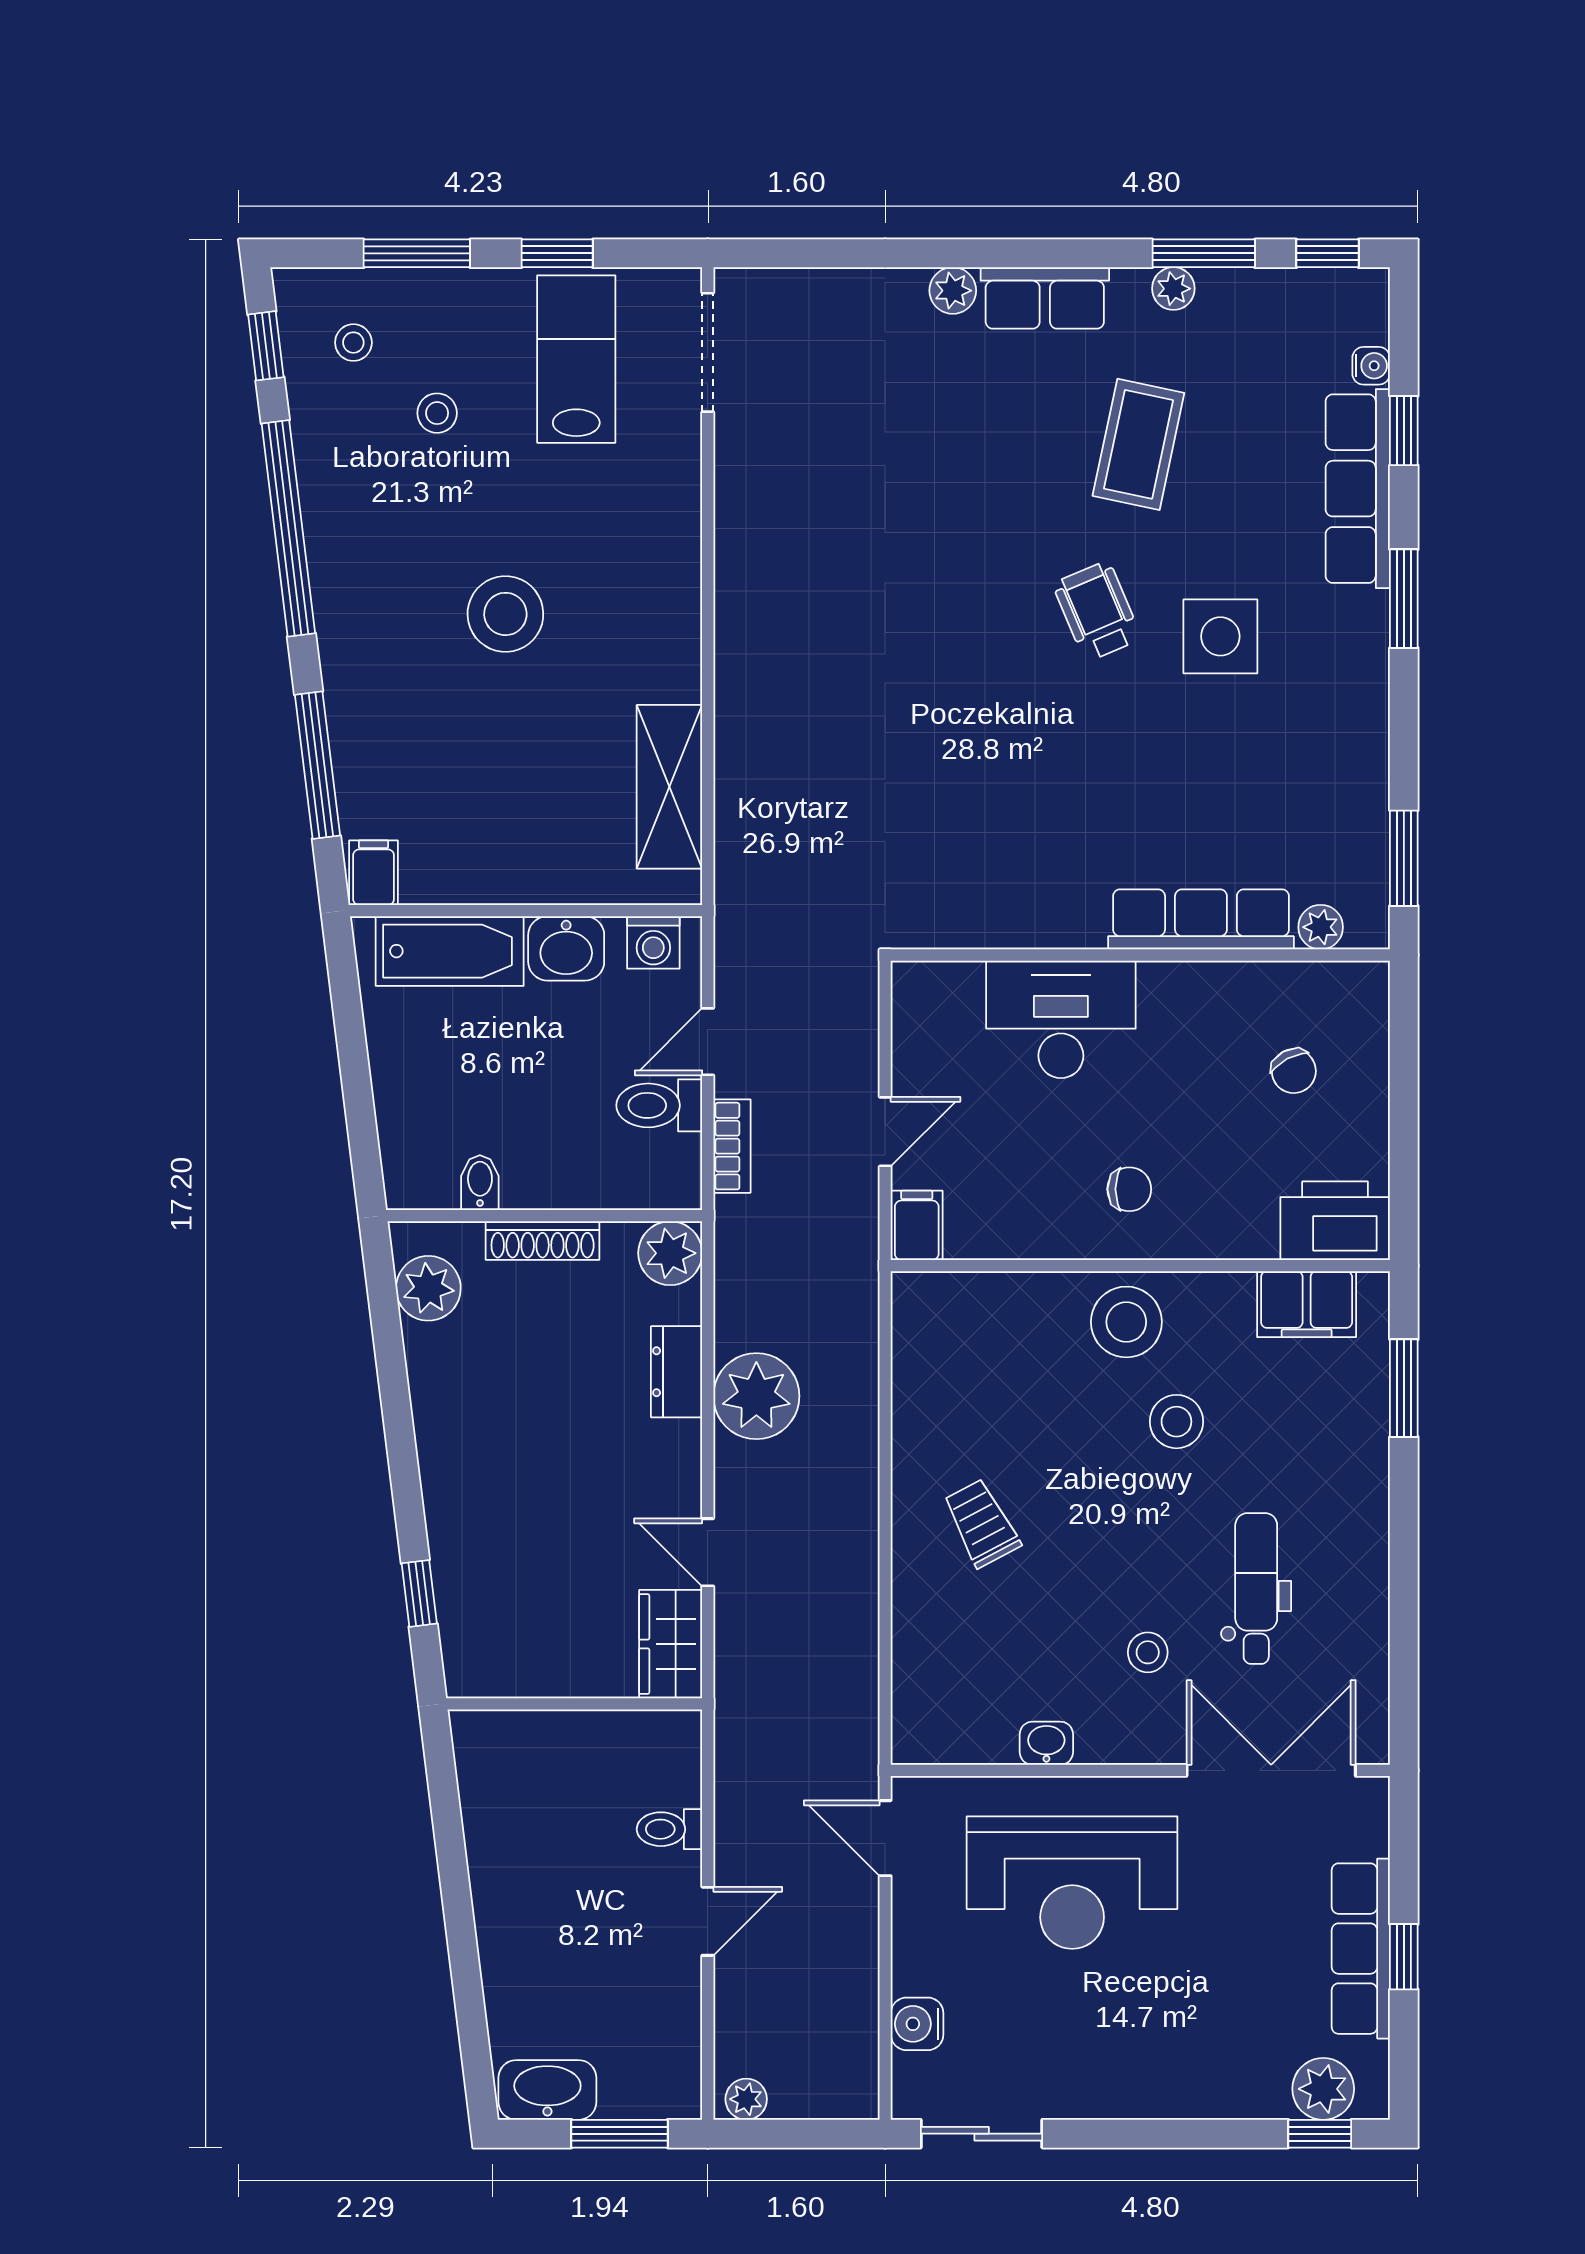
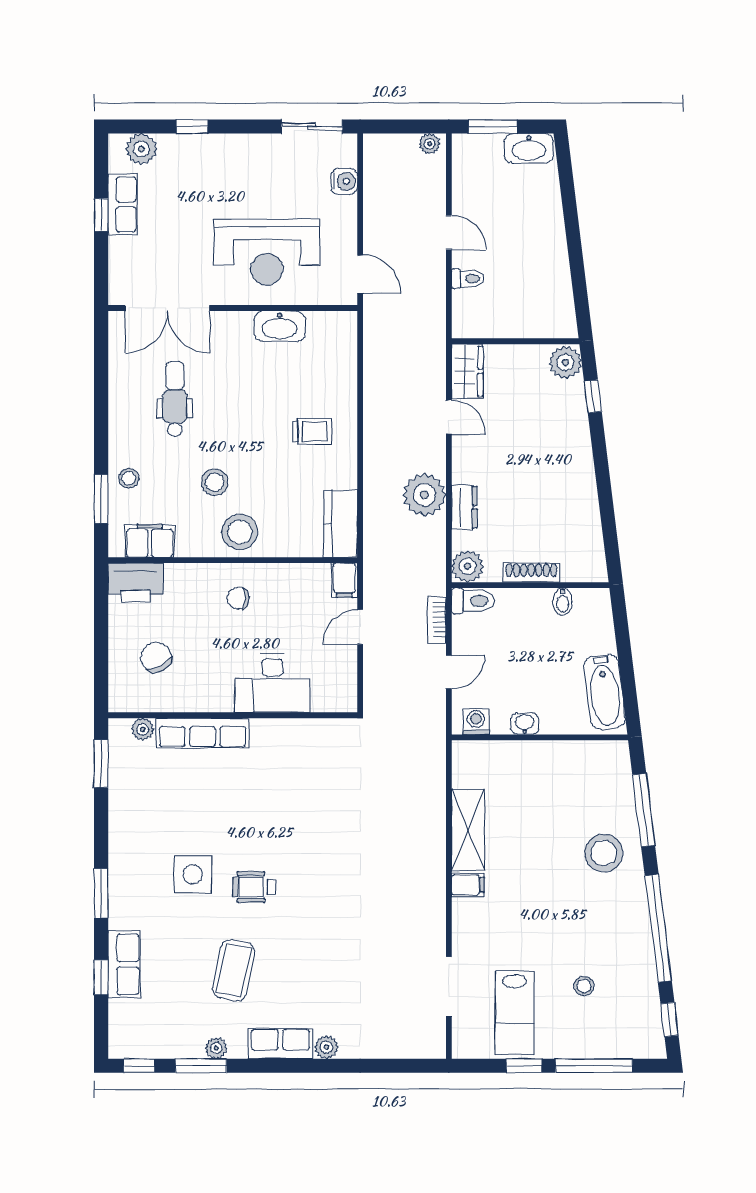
window: (417, 253) -> (594, 1066), width x1.44
stool: (353, 343) -> (626, 1021), removed
doorway: (708, 352) -> (449, 987), moved
water cooler: (1371, 366) -> (117, 1010), removed
row of seats: (1358, 489) -> (124, 964), width x0.68
wheelchair: (1097, 611) -> (254, 887), turned 113
stool: (505, 614) -> (604, 853), moved
shelving: (669, 787) -> (468, 830), moved
filing cabinet: (374, 873) -> (468, 885), moved, turned -90
washbasin: (566, 948) -> (525, 724), width x0.72, depth x0.69
bathtub: (450, 951) -> (605, 692), moved, turned -97
chair: (1294, 1071) -> (156, 657), width x1.37, depth x1.37
toilet: (659, 1105) -> (473, 601), moved
plant: (428, 1288) -> (565, 362), moved
kitchen counter: (924, 1338) -> (341, 524), added
trolley: (982, 1523) -> (312, 431), turned -62
dental chair: (1256, 1588) -> (175, 399), turned 180
stool: (1148, 1652) -> (129, 478), moved
washbasin: (1046, 1743) -> (280, 326), width x1.91, depth x1.45
reception desk: (1072, 1883) -> (267, 252), turned 180
door: (708, 1921) -> (449, 233), swing flipped
row of seats: (1361, 1949) -> (123, 204), width x0.68
window: (1320, 2134) -> (192, 127), moved

